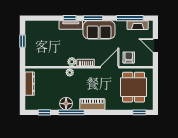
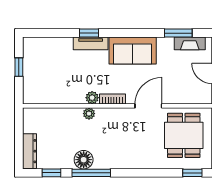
window: (93, 18) -> (124, 33), removed
window: (130, 18) -> (178, 33), width x0.69
armchair: (129, 57) -> (177, 91), removed
dresser: (30, 84) -> (30, 151), moved
piano: (92, 104) -> (123, 161), removed

